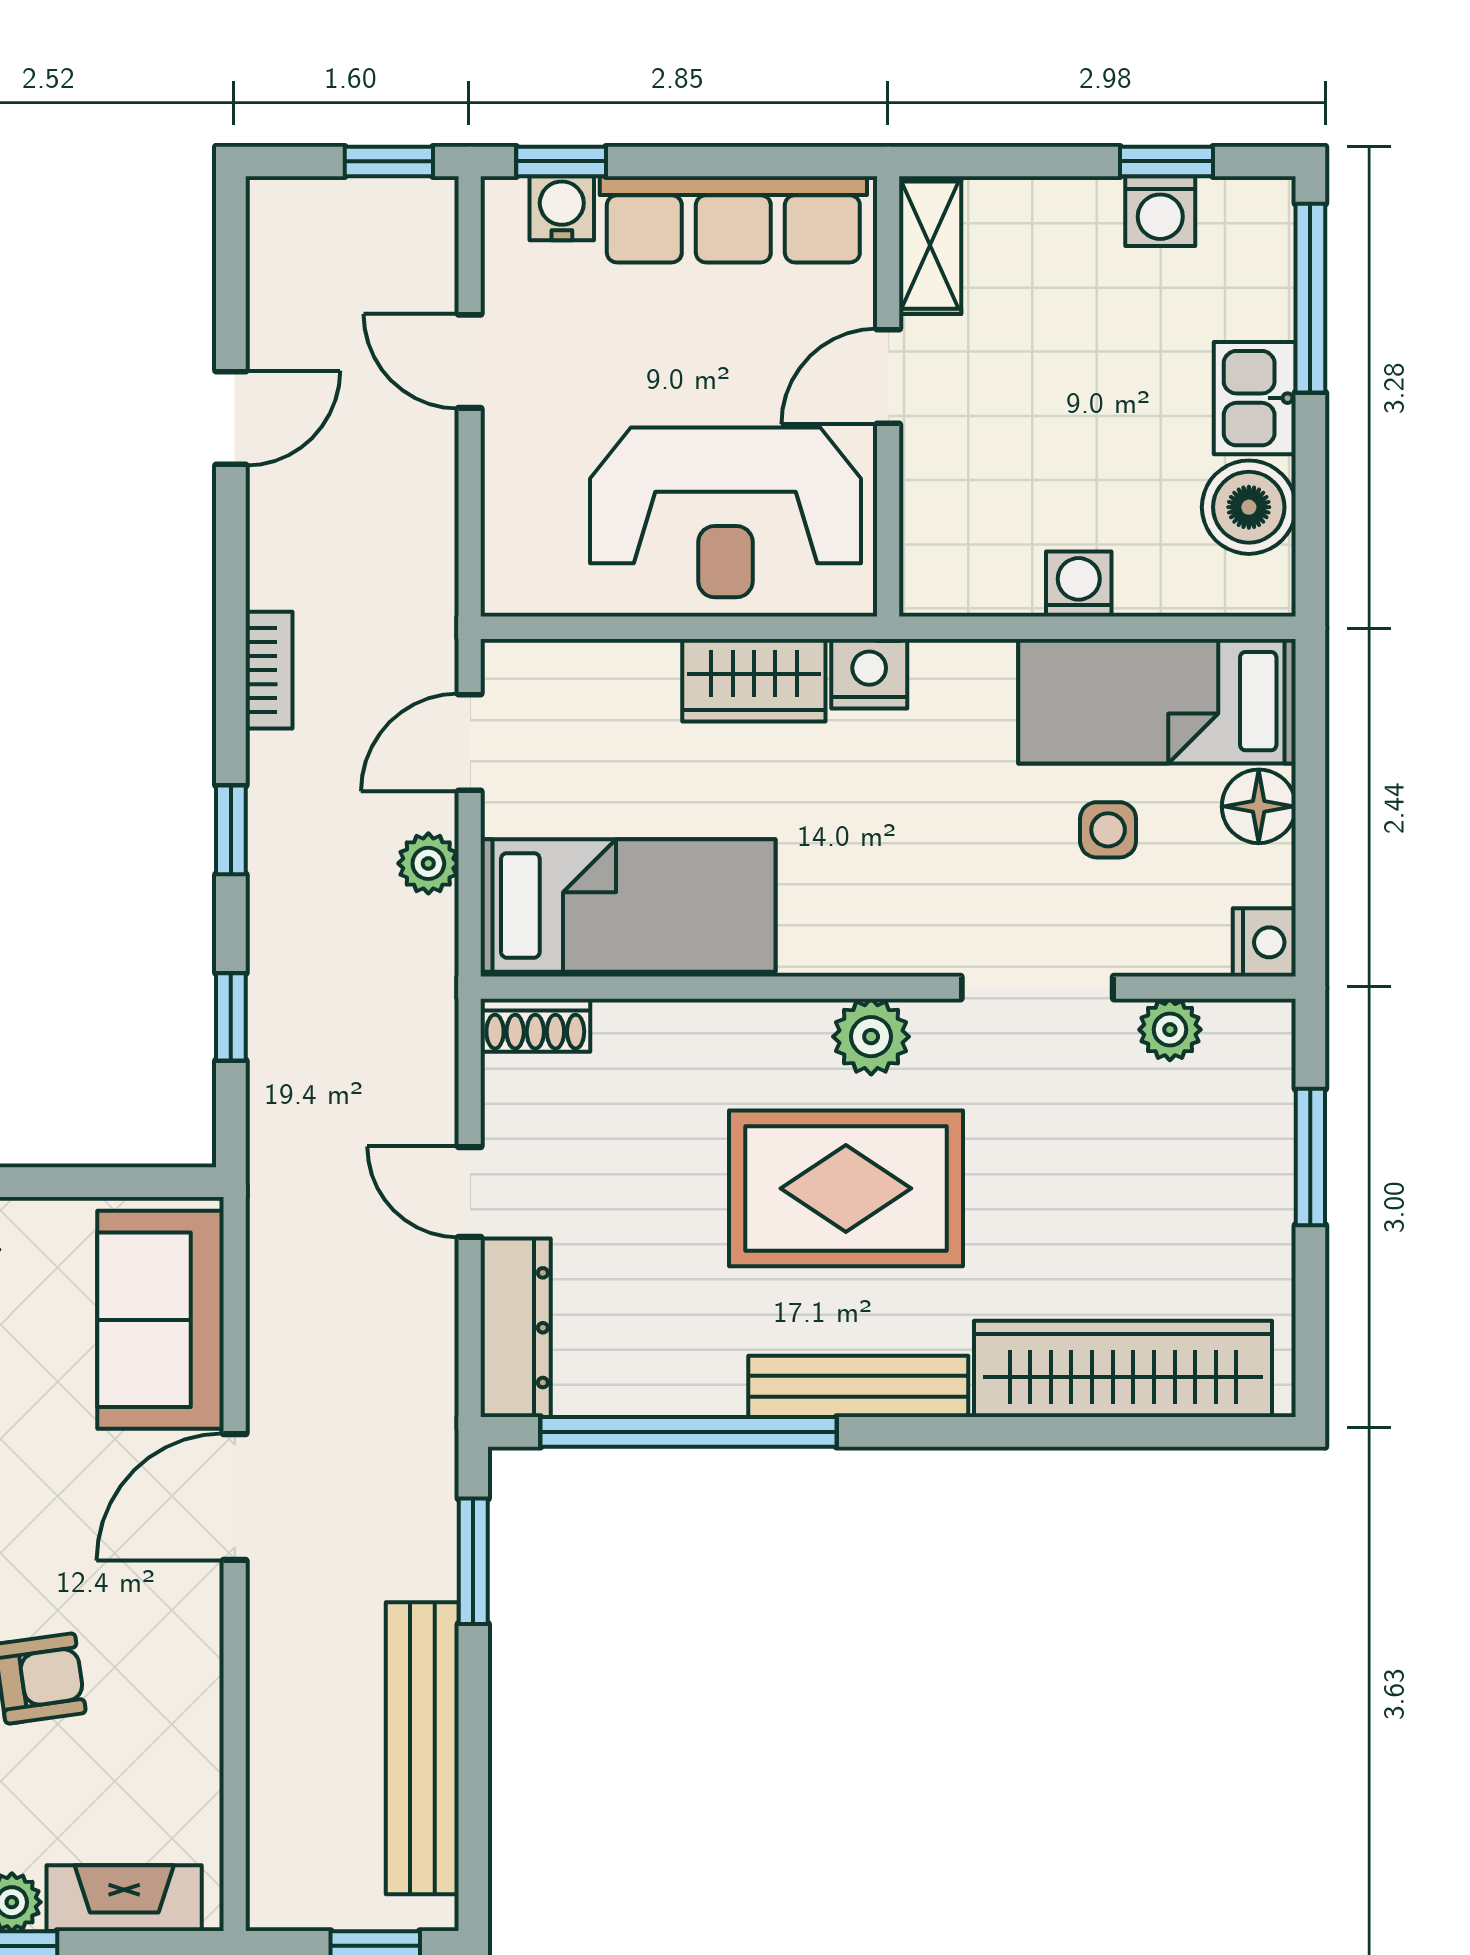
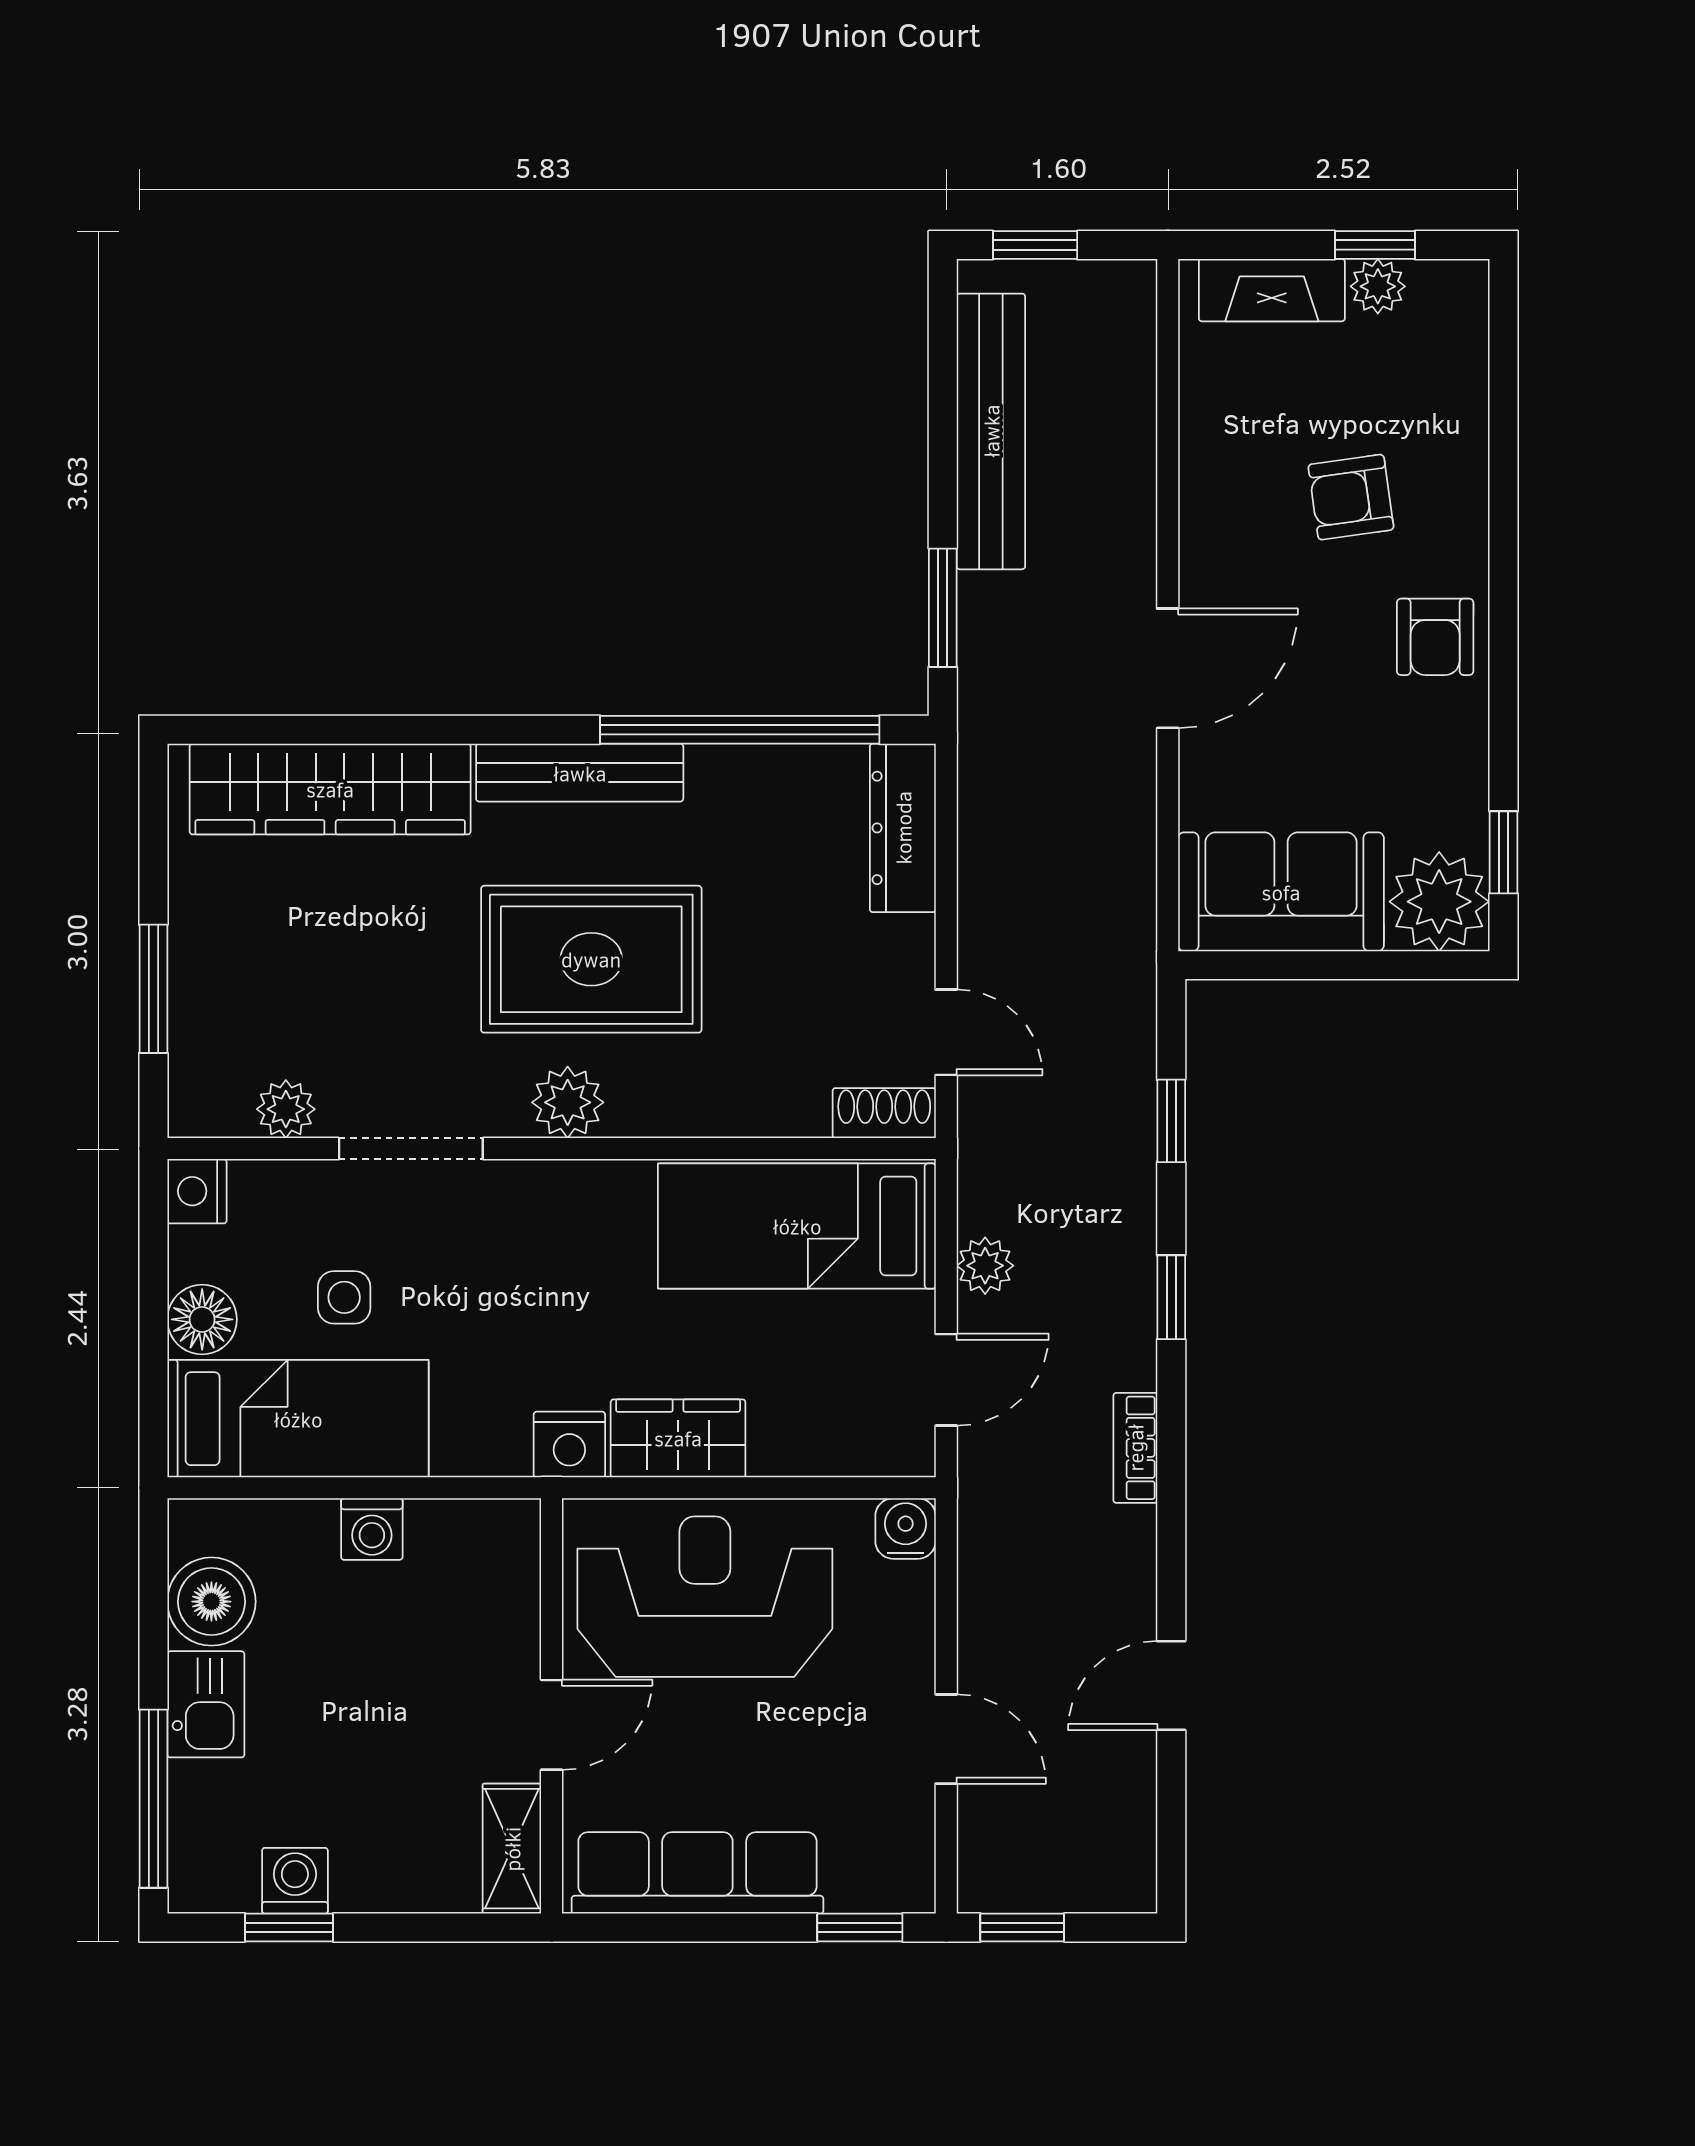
water cooler: (562, 208) -> (906, 1529), moved, turned 180
door: (470, 1192) -> (946, 1032), moved
sofa: (160, 1320) -> (1281, 892), moved, turned -90

